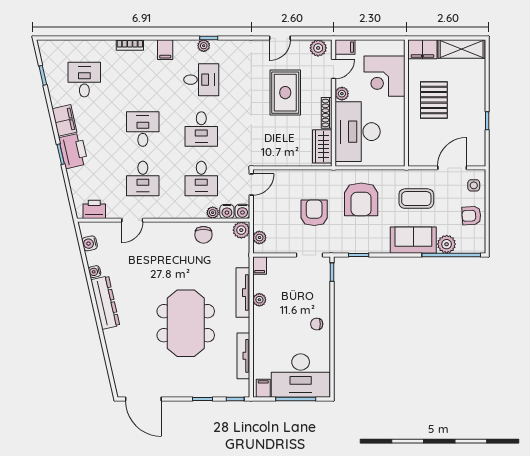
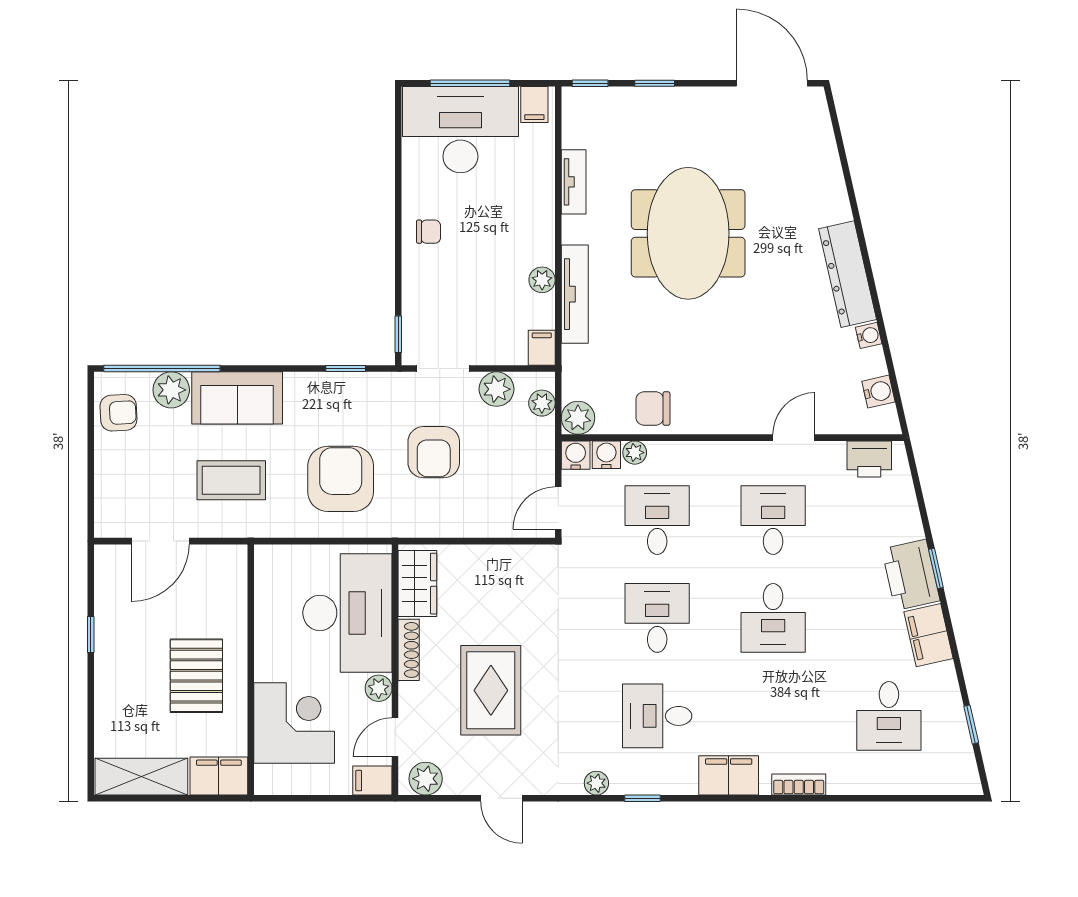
door: (280, 38) -> (501, 798), swing flipped
plant: (204, 46) -> (596, 783), moved
filing cabinet: (165, 50) -> (729, 775), width x2.00
side table: (474, 185) -> (117, 506), removed
armchair: (471, 216) -> (118, 413), moved
chair: (203, 235) -> (653, 408), turned -90
plant: (282, 245) -> (497, 389), added
tv unit: (243, 356) -> (574, 182), width x0.71

